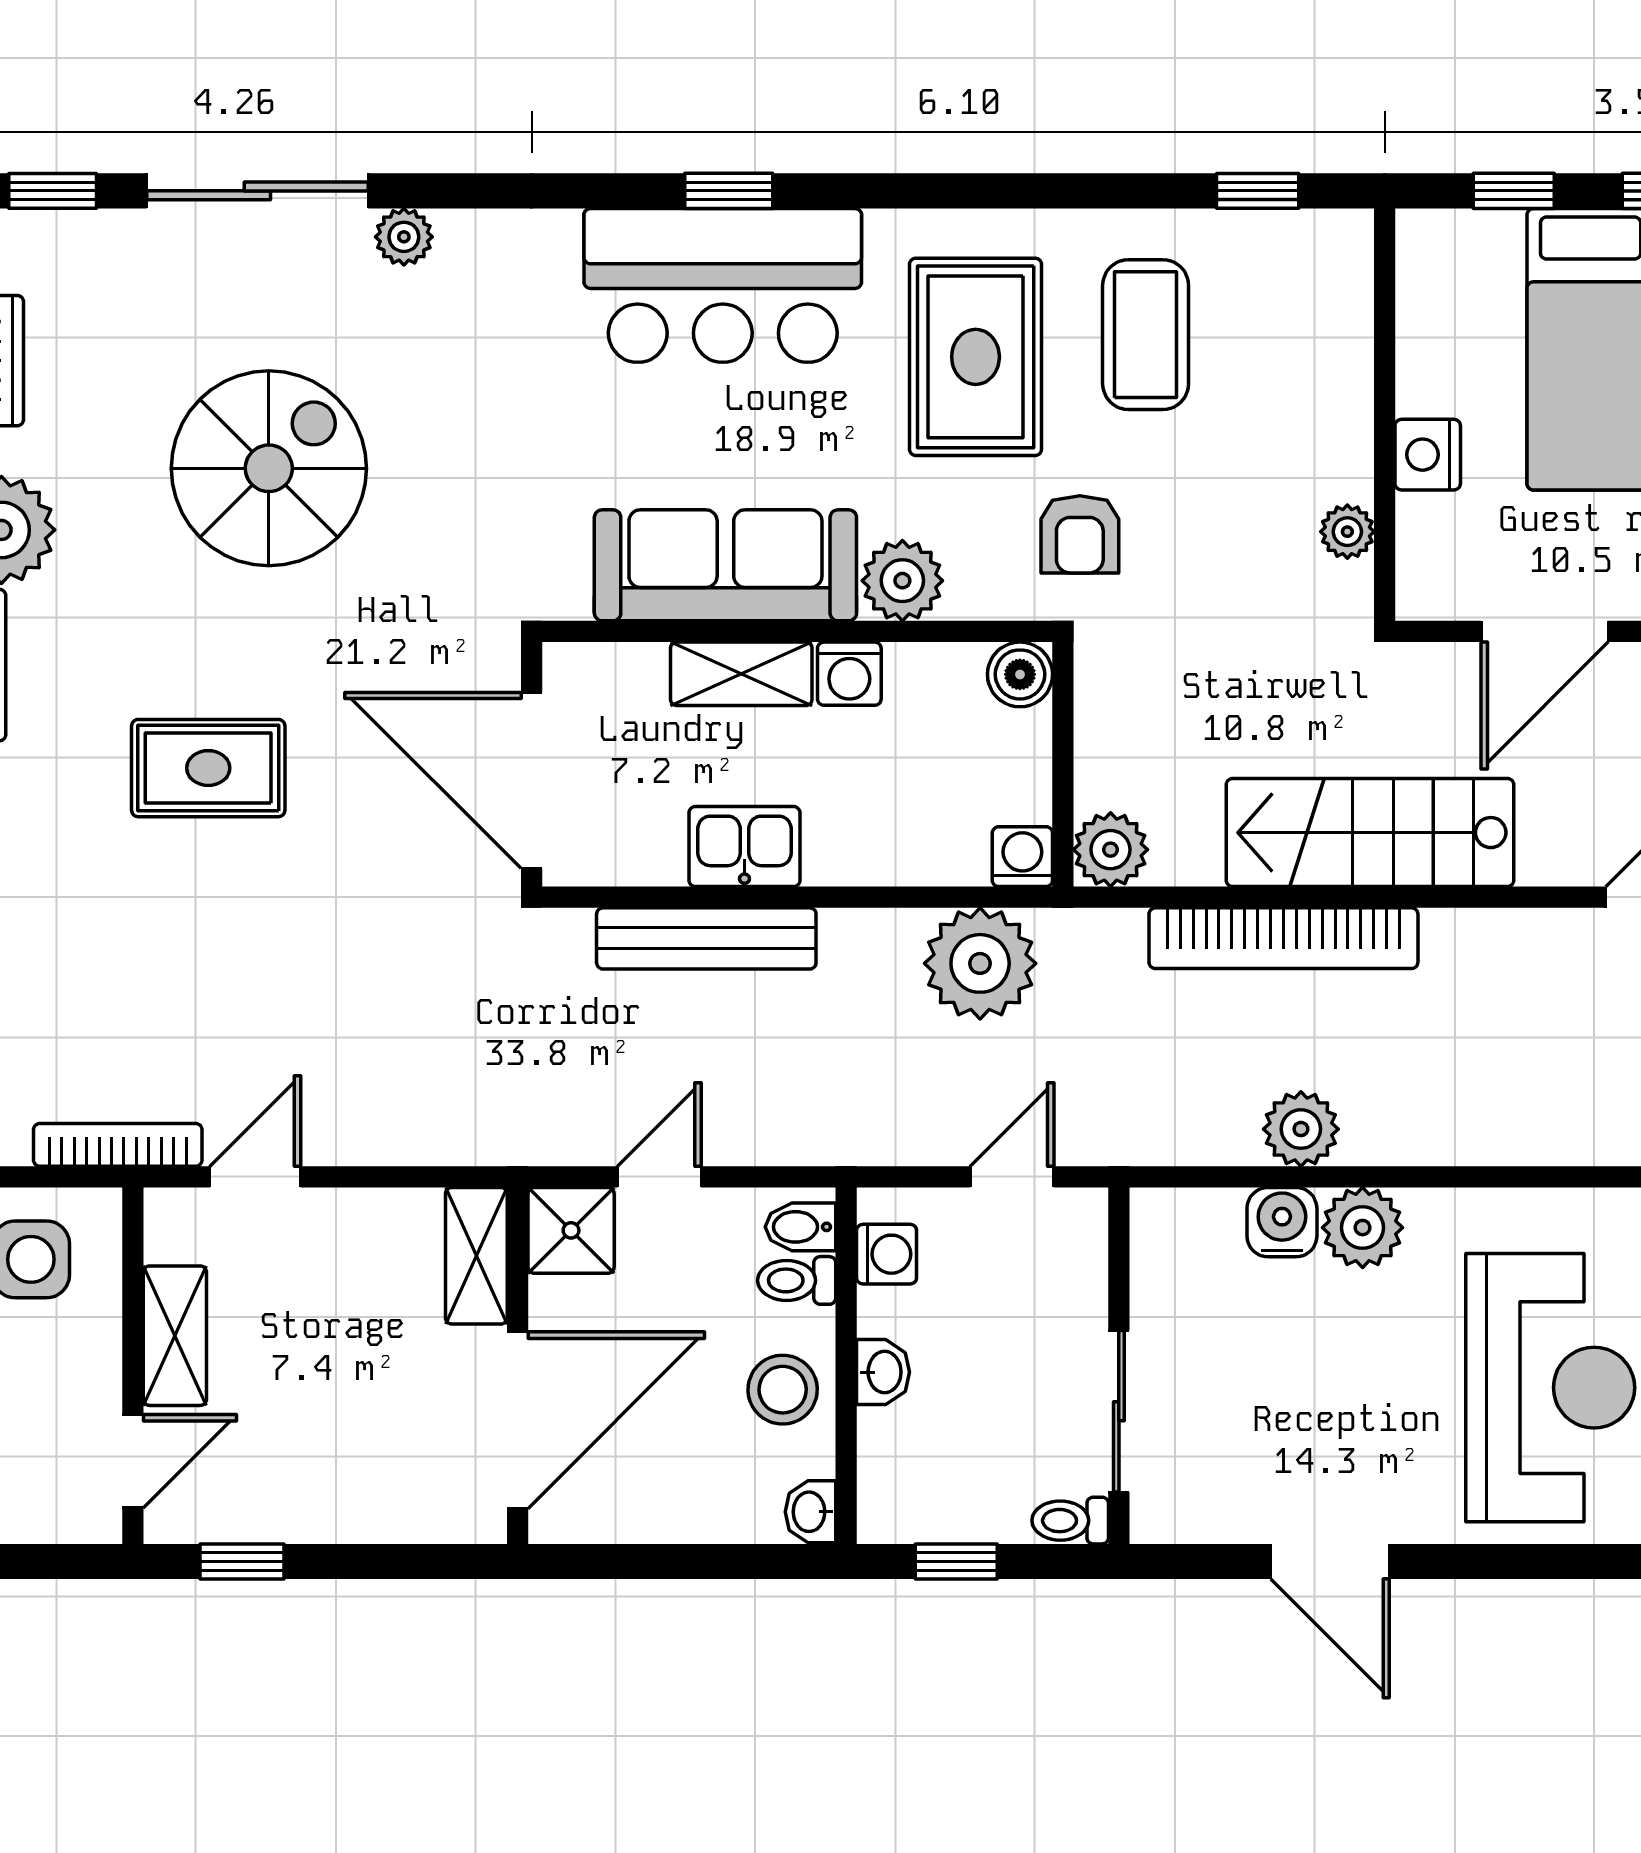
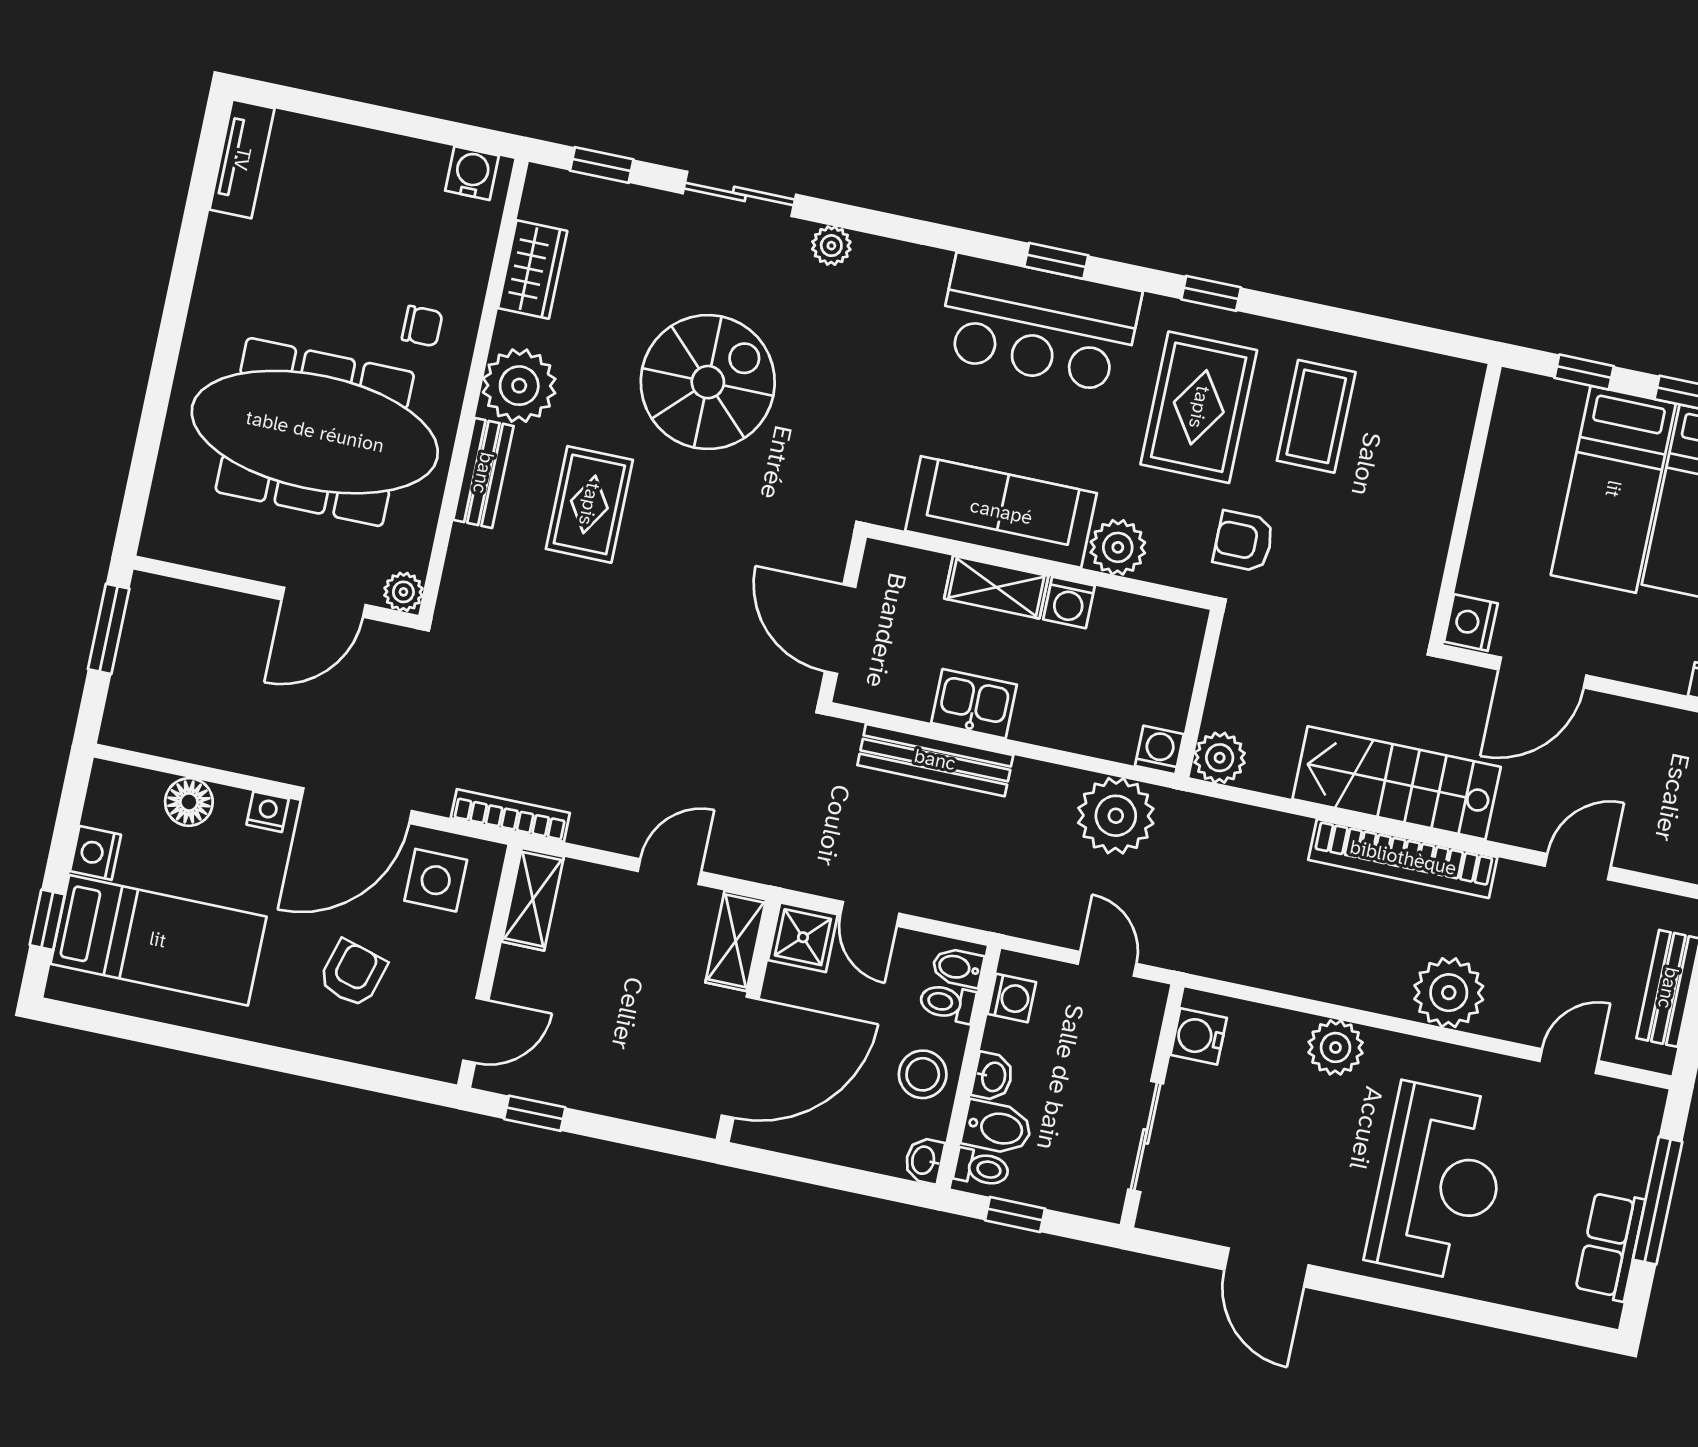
sliding door: (257, 191) -> (739, 194), width x0.73
window: (1258, 191) -> (1211, 293), moved
nightstand: (1428, 455) -> (1471, 622), moved
plant: (1347, 532) -> (1424, 577), removed
armchair: (1080, 534) -> (1244, 541), turned 90
boiler: (1020, 674) -> (1184, 627), removed
rug: (208, 768) -> (589, 504), moved, turned 90
door: (532, 780) -> (840, 629), width x0.73
bookcase: (1283, 938) -> (1403, 858), moved
plant: (1301, 1129) -> (1449, 993), moved, width x1.36, depth x1.36
door: (255, 1177) -> (669, 872), moved
door: (659, 1177) -> (870, 914), swing flipped
door: (1012, 1177) -> (1107, 964), hinge flipped
water cooler: (1282, 1222) -> (1199, 1036), moved, turned -90
shelving: (175, 1336) -> (533, 899), moved
bidet: (905, 1443) -> (997, 1128), added
toilet: (1070, 1521) -> (982, 1168), moved, turned 180

